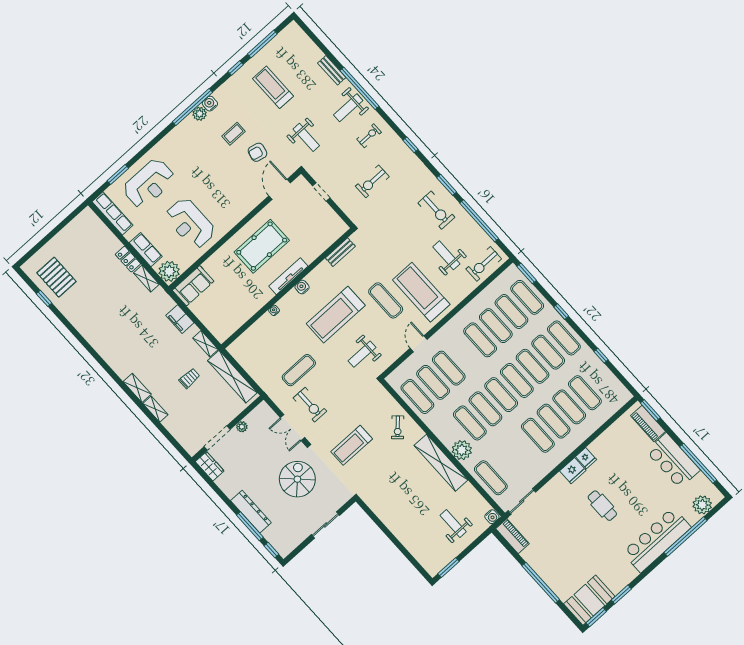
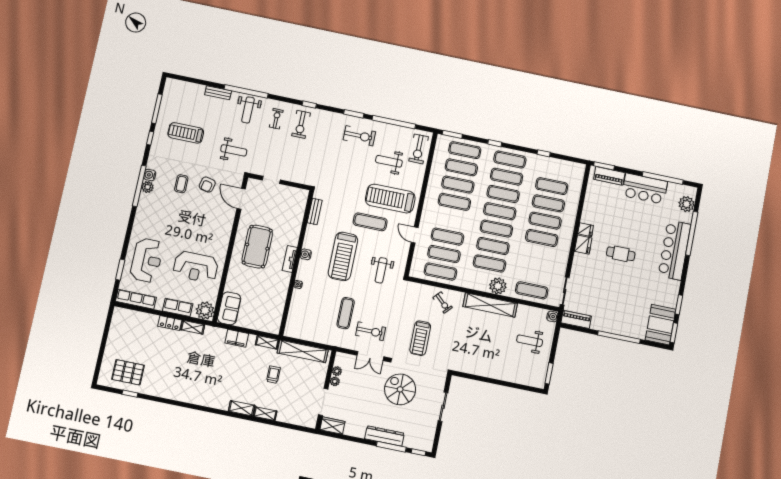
exercise bike: (372, 181) -> (301, 124), moved
tv unit: (288, 276) -> (290, 259), width x0.71
plant: (251, 419) -> (337, 371), added

